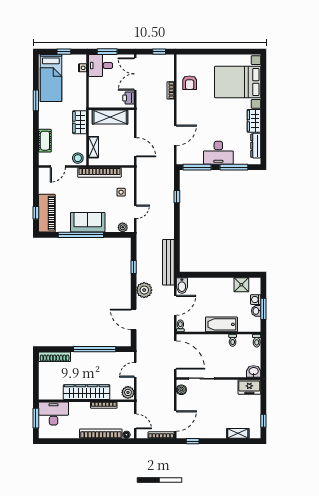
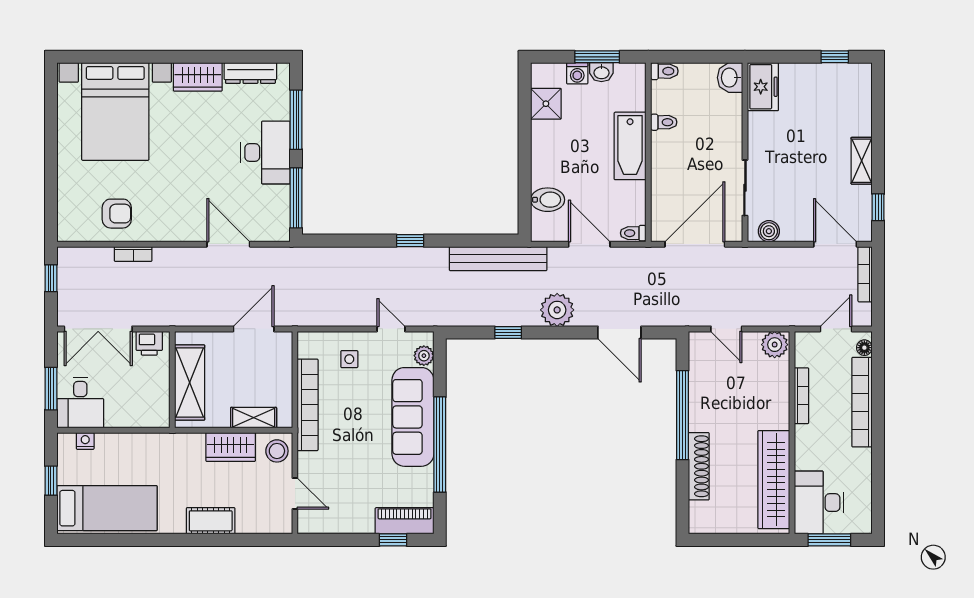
window: (36, 100) -> (154, 540), removed
wardrobe: (80, 122) -> (231, 447), moved
cot: (45, 141) -> (211, 521), moved
window: (177, 197) -> (410, 241), moved
piano: (47, 213) -> (405, 521), width x0.73, depth x0.75
sofa: (88, 222) -> (413, 417), width x1.36
bidet: (182, 286) -> (548, 200), moved
door: (134, 319) -> (619, 333), hinge flipped
shoe rack: (55, 357) -> (699, 466), moved
wardrobe: (87, 392) -> (774, 480), moved
shelving: (238, 433) -> (862, 161), moved

